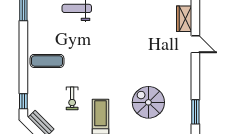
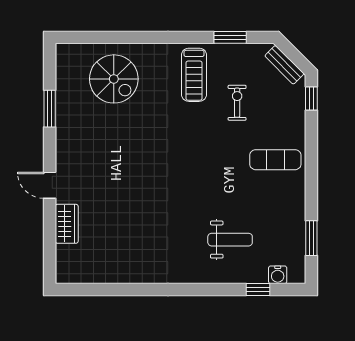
spiral stairs: (148, 102) -> (114, 79), moved
window: (195, 112) -> (50, 109), moved

